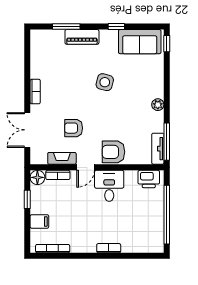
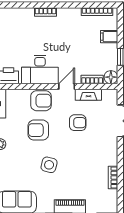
bookcase: (35, 92) -> (113, 177), moved
armchair: (116, 120) -> (38, 130), added
desk: (109, 186) -> (40, 69), width x1.37

